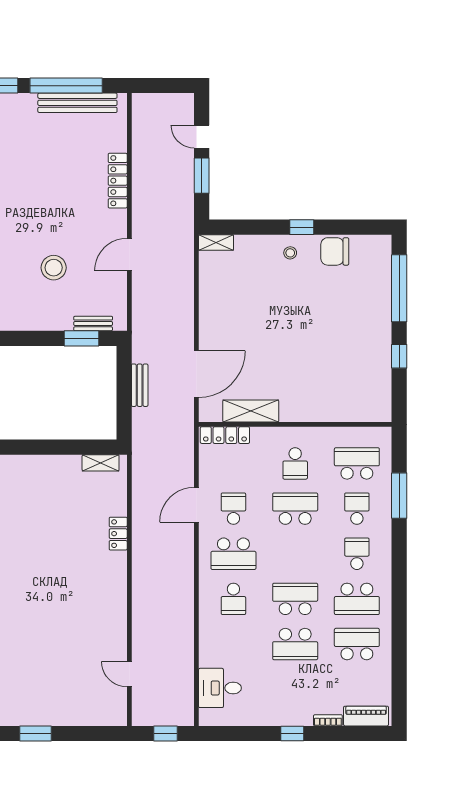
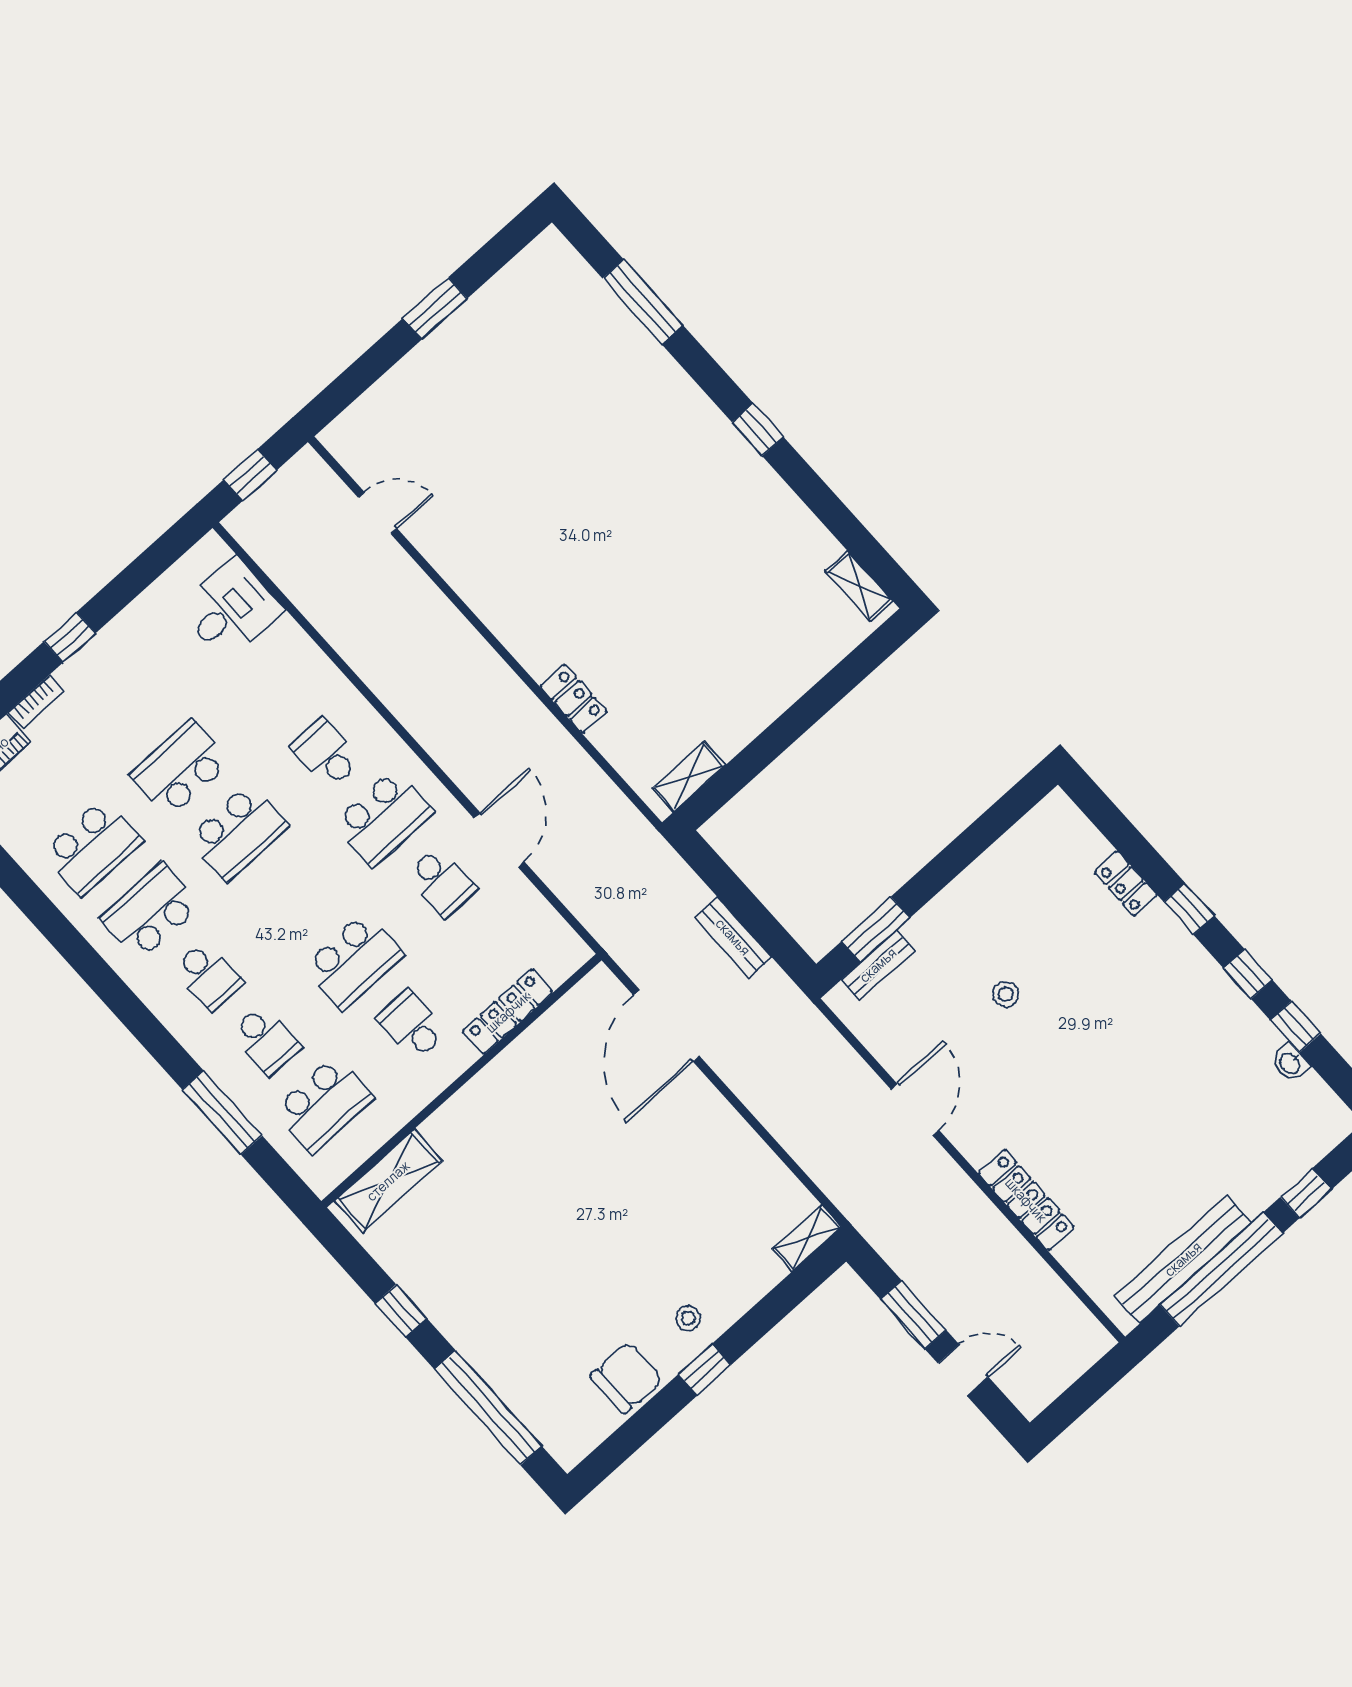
stool: (54, 268) -> (1006, 994), width x0.53, depth x0.53
shelving: (251, 411) -> (388, 1181), moved
locker: (225, 435) -> (508, 1012), moved
school desk: (233, 554) -> (384, 818), turned 180

